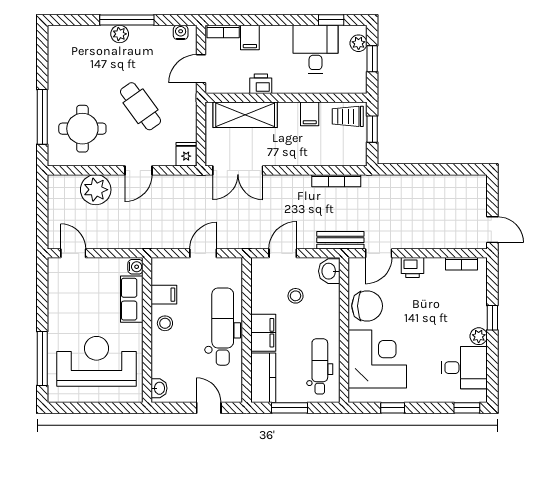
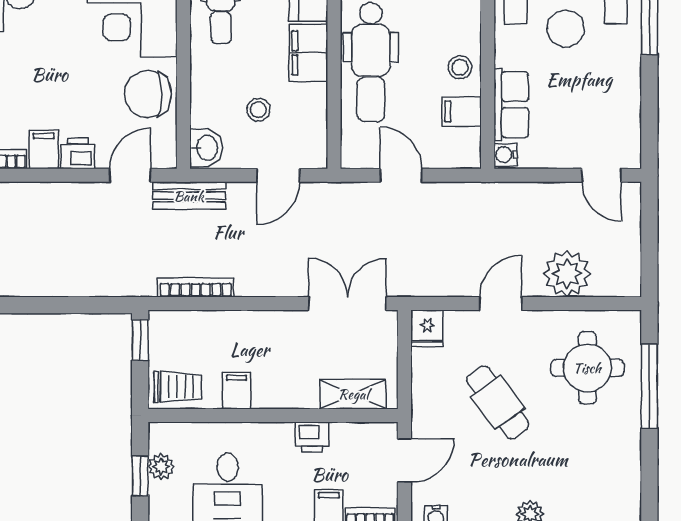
plant: (359, 43) -> (161, 467), moved
shelving: (245, 115) -> (353, 394), width x0.67, depth x0.75
window: (372, 129) -> (140, 340), moved
door: (203, 253) -> (401, 175), swing flipped
filing cabinet: (435, 270) -> (44, 149), added

